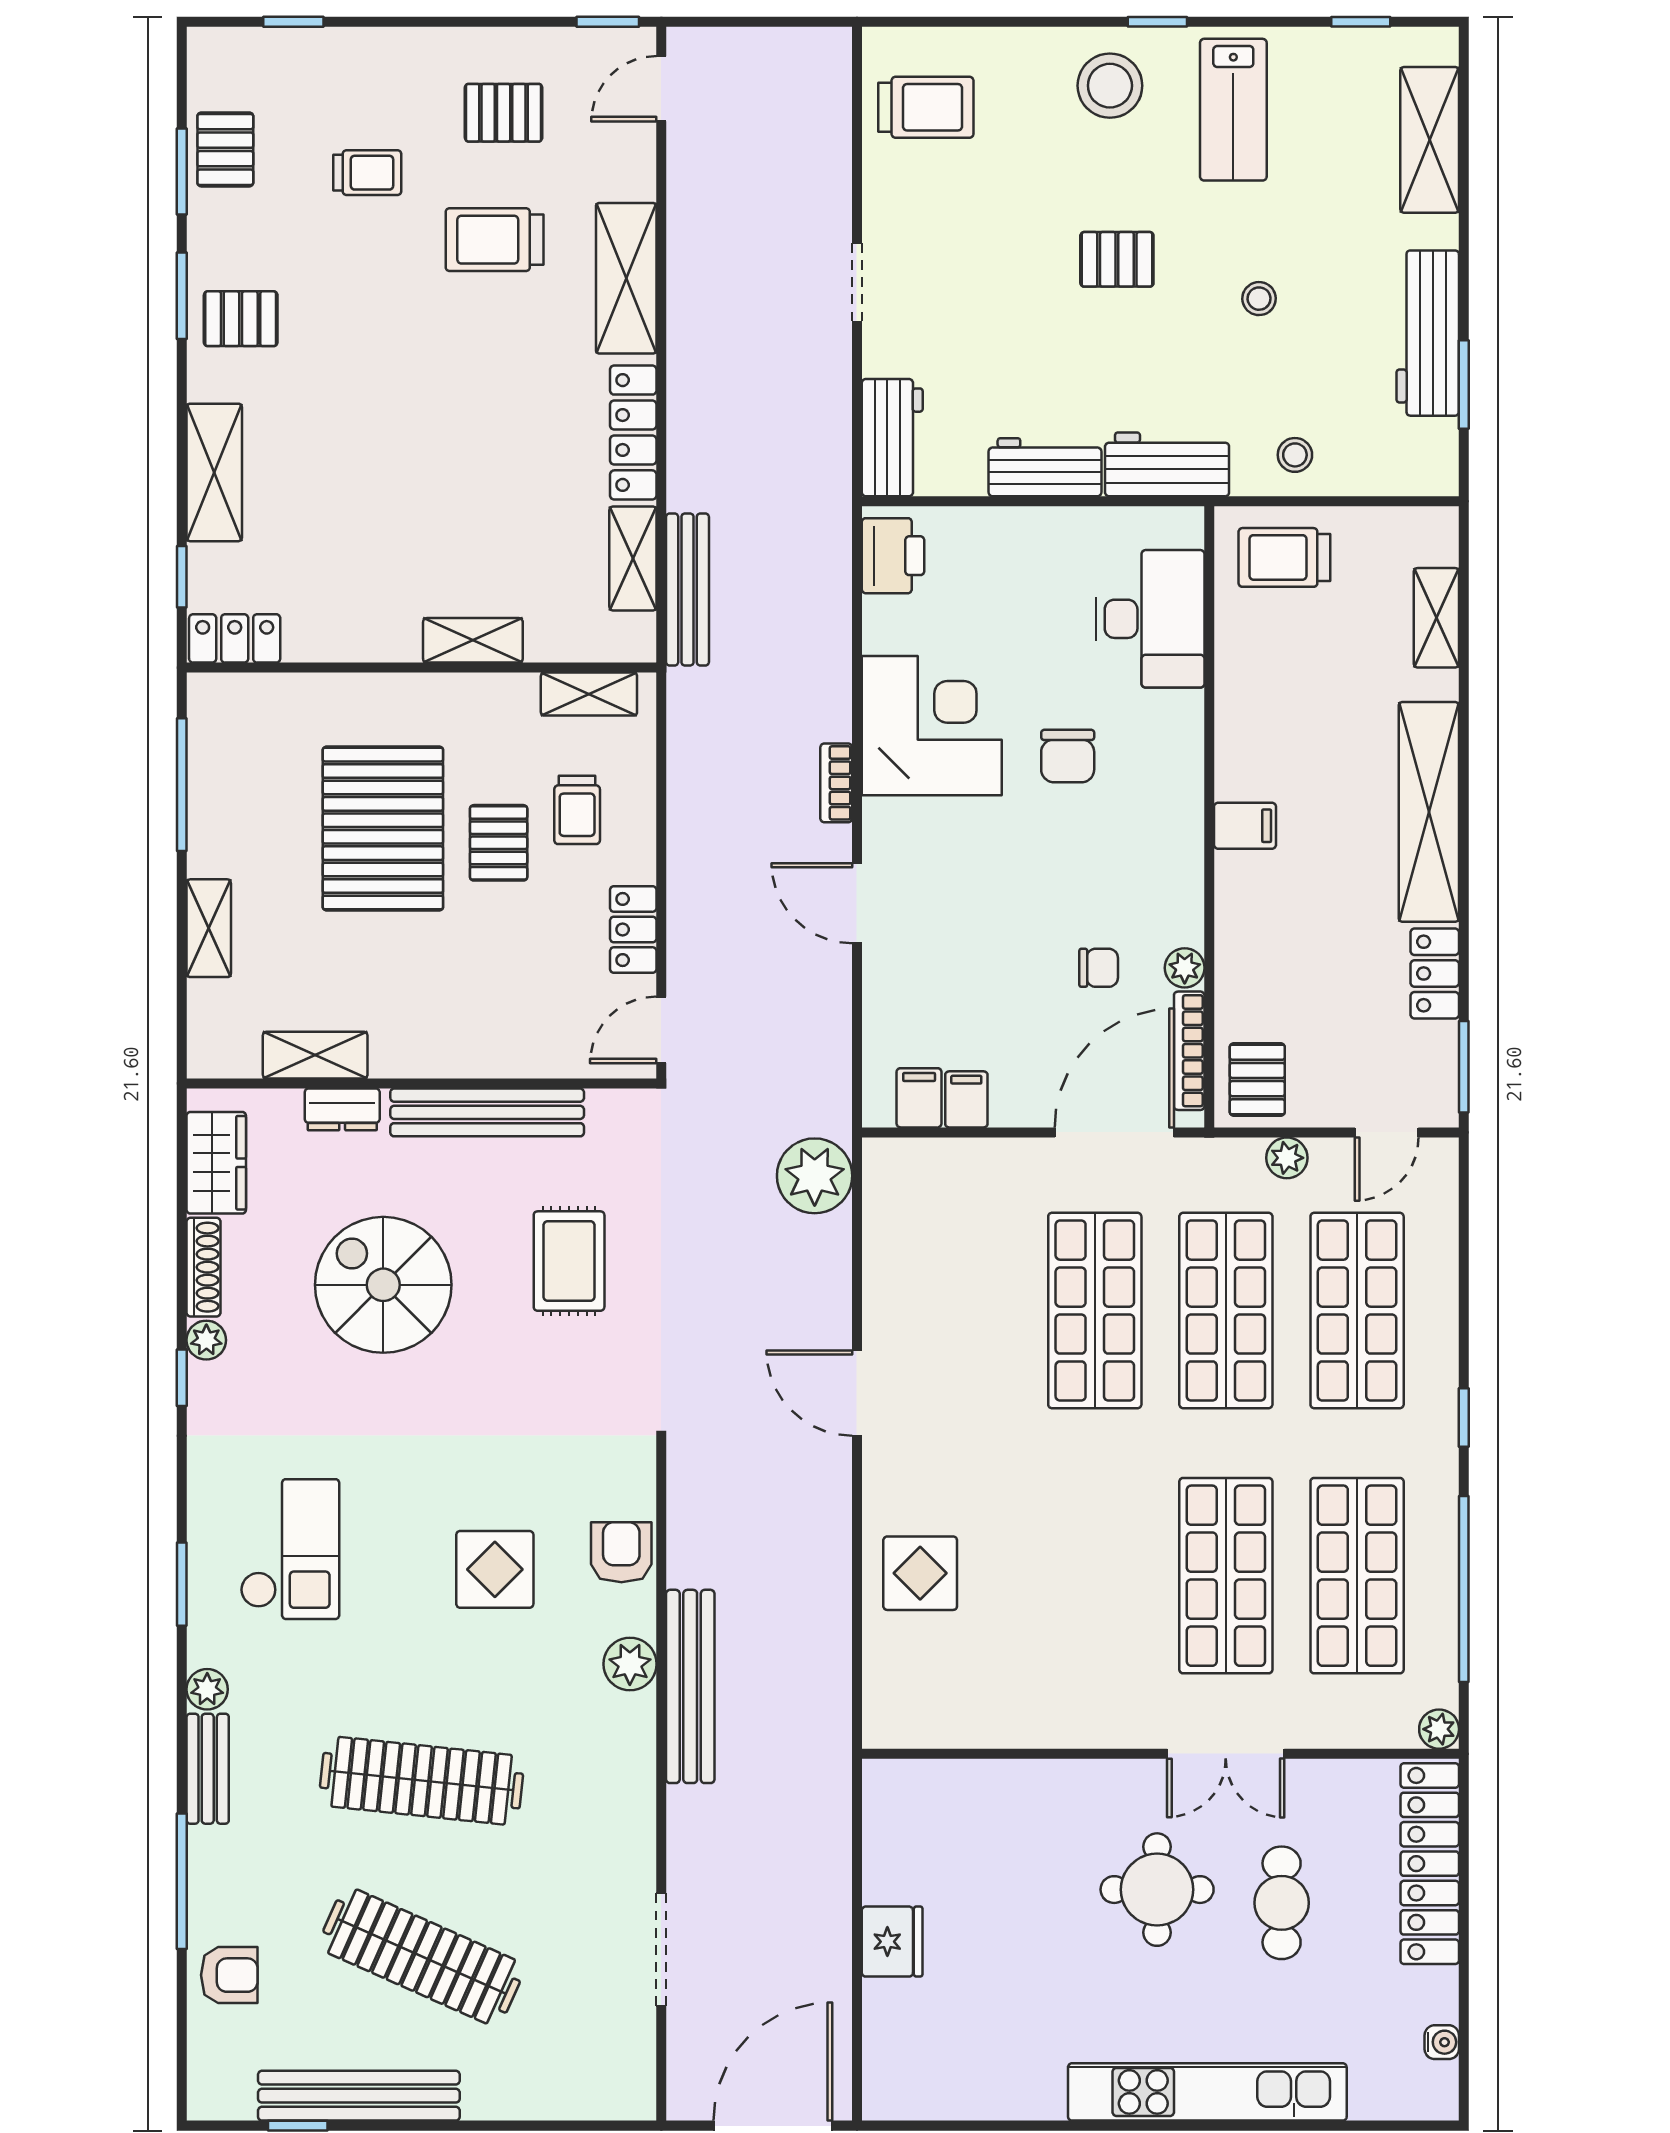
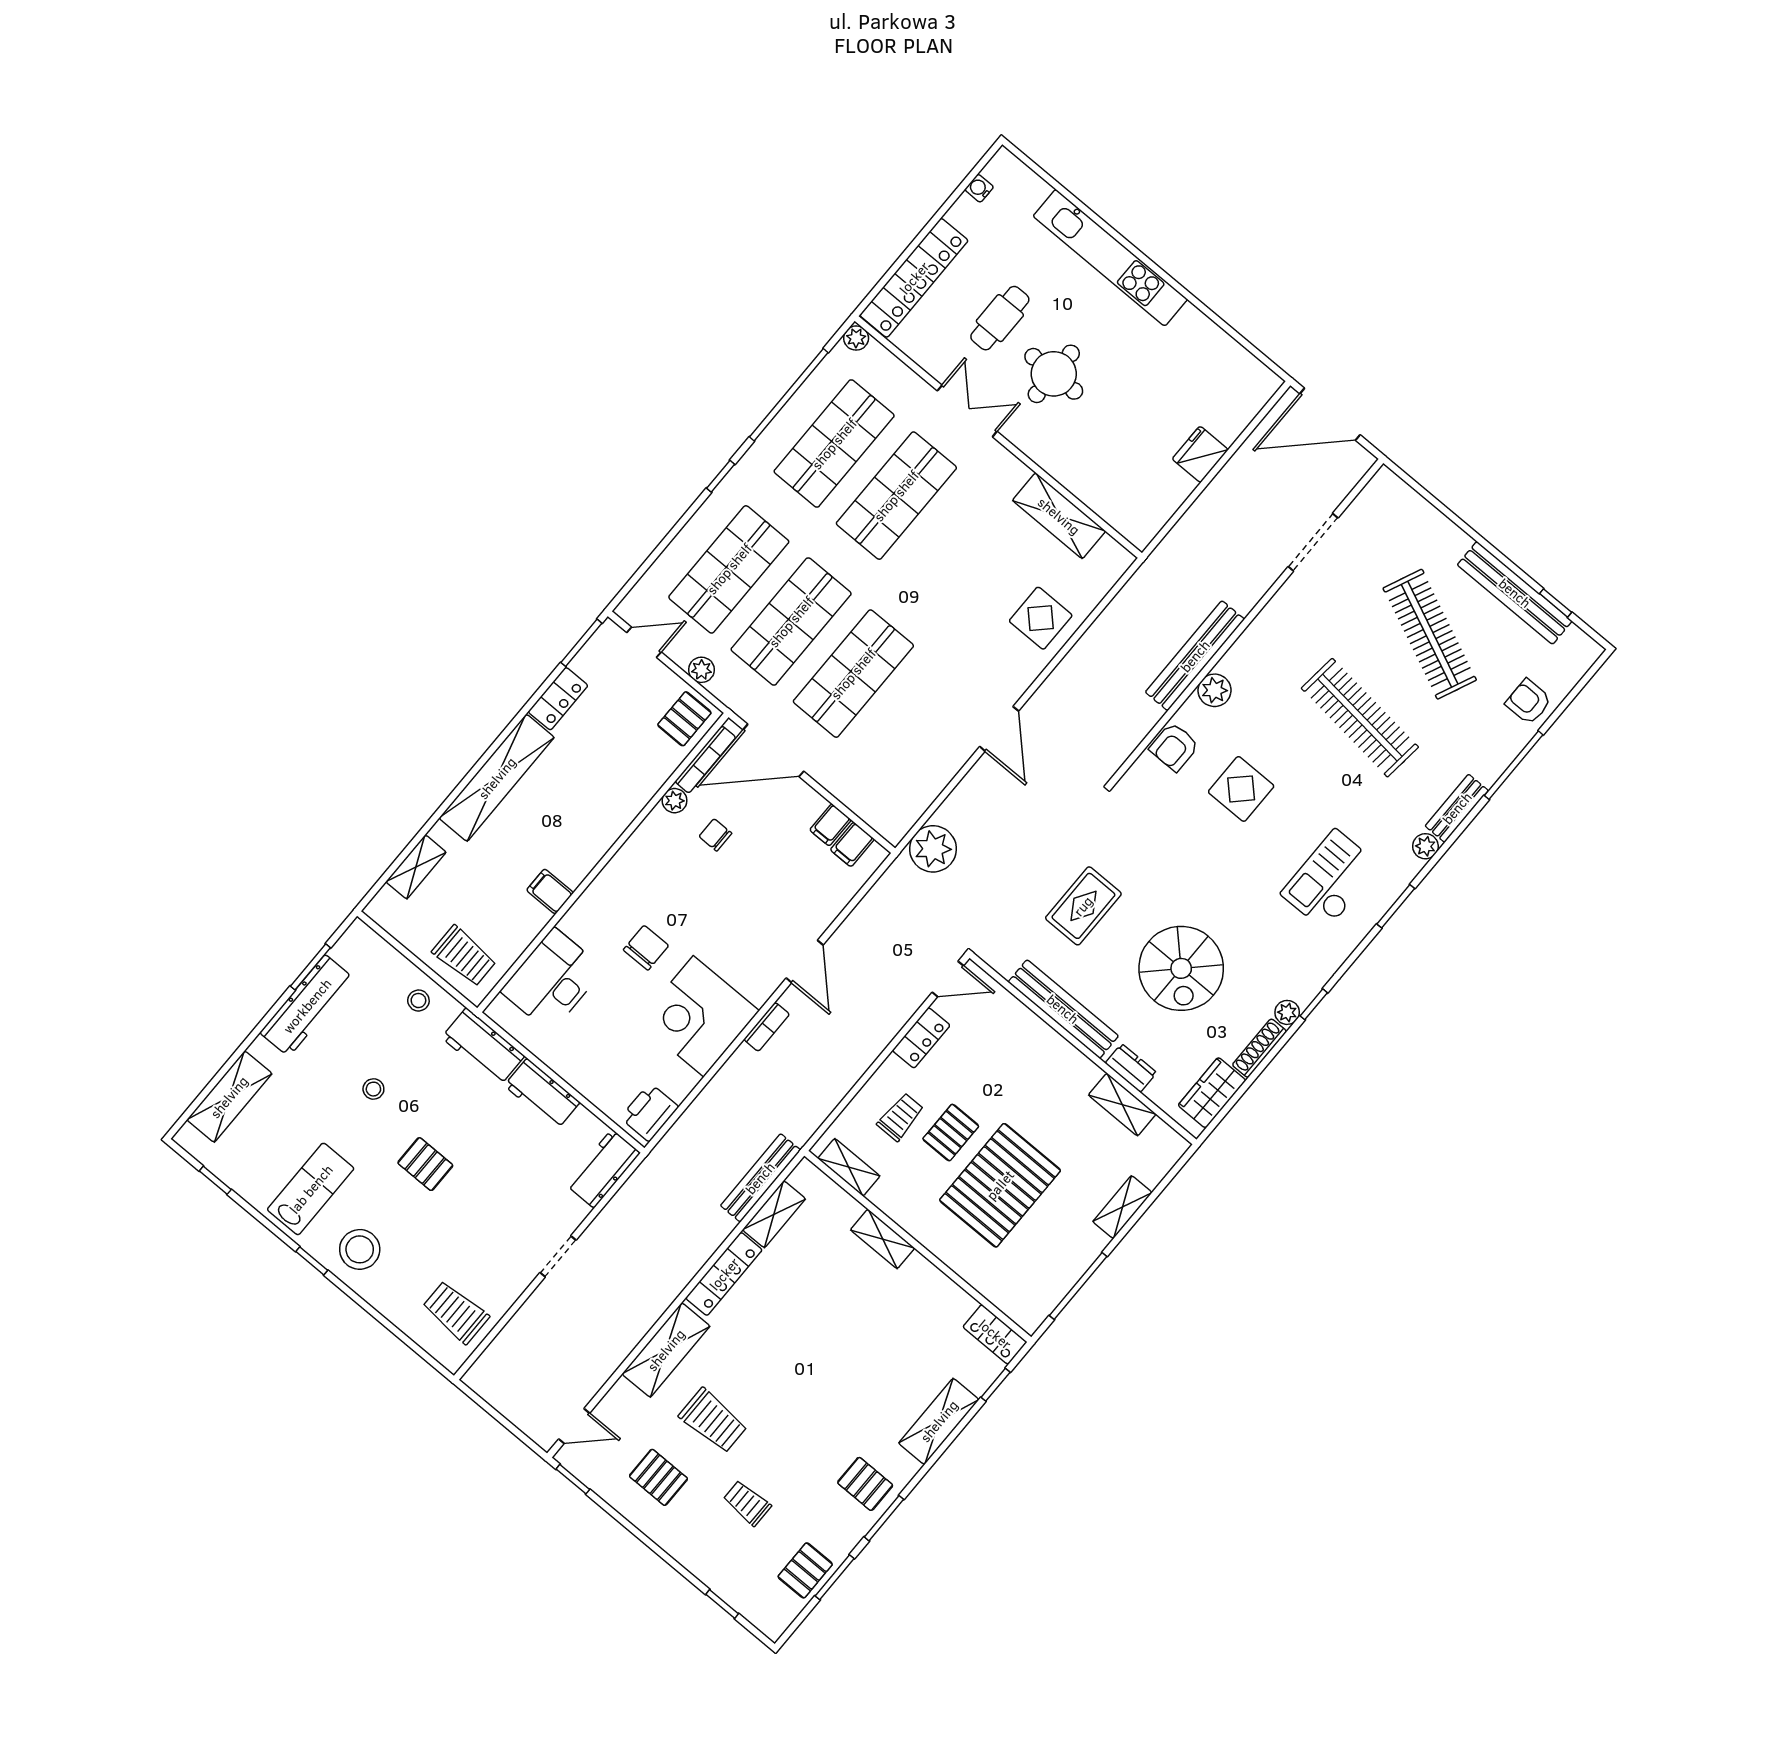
filing cabinet: (1245, 826) -> (550, 891), moved
shelving: (1003, 1719) -> (1059, 516), added

